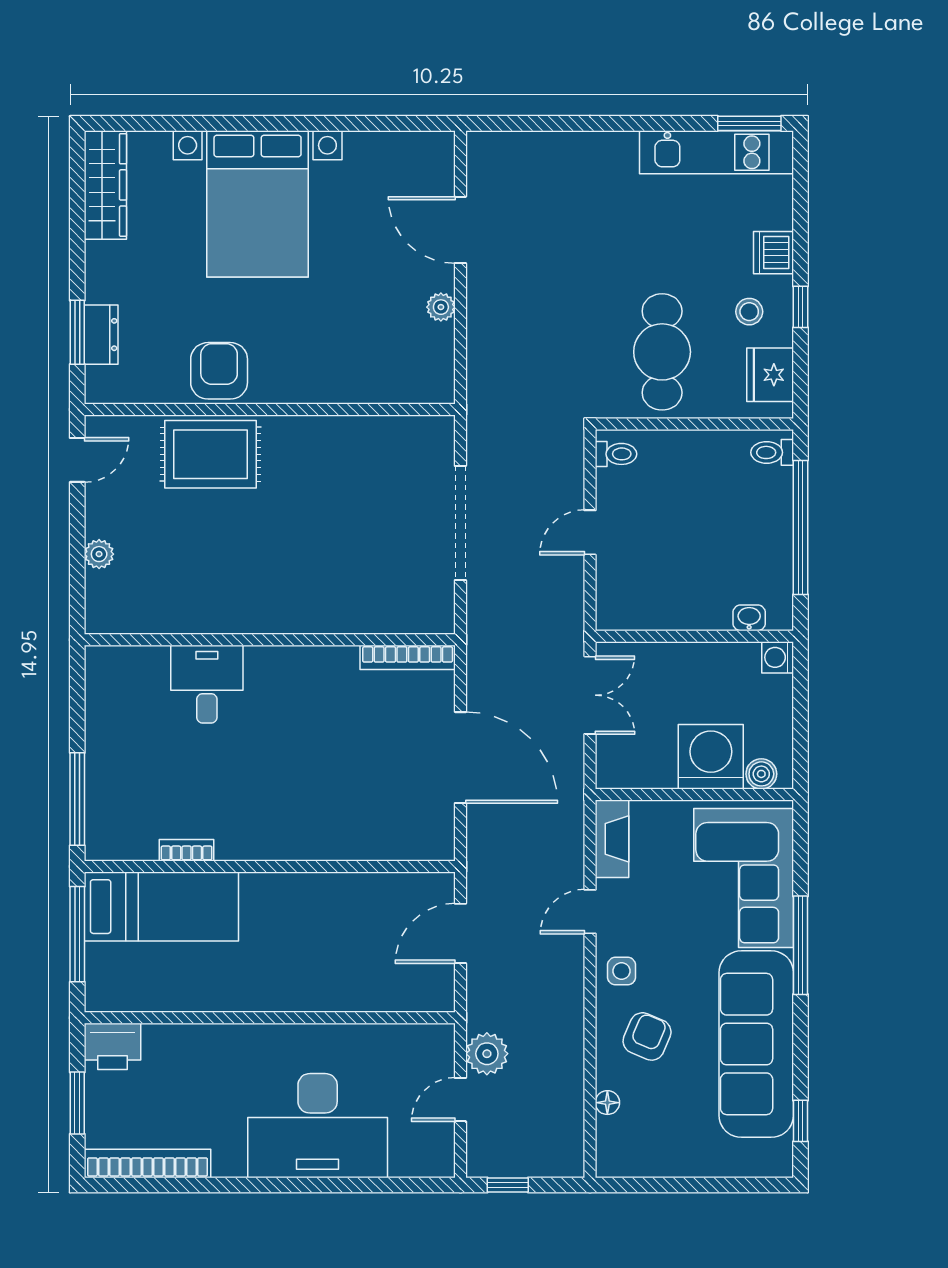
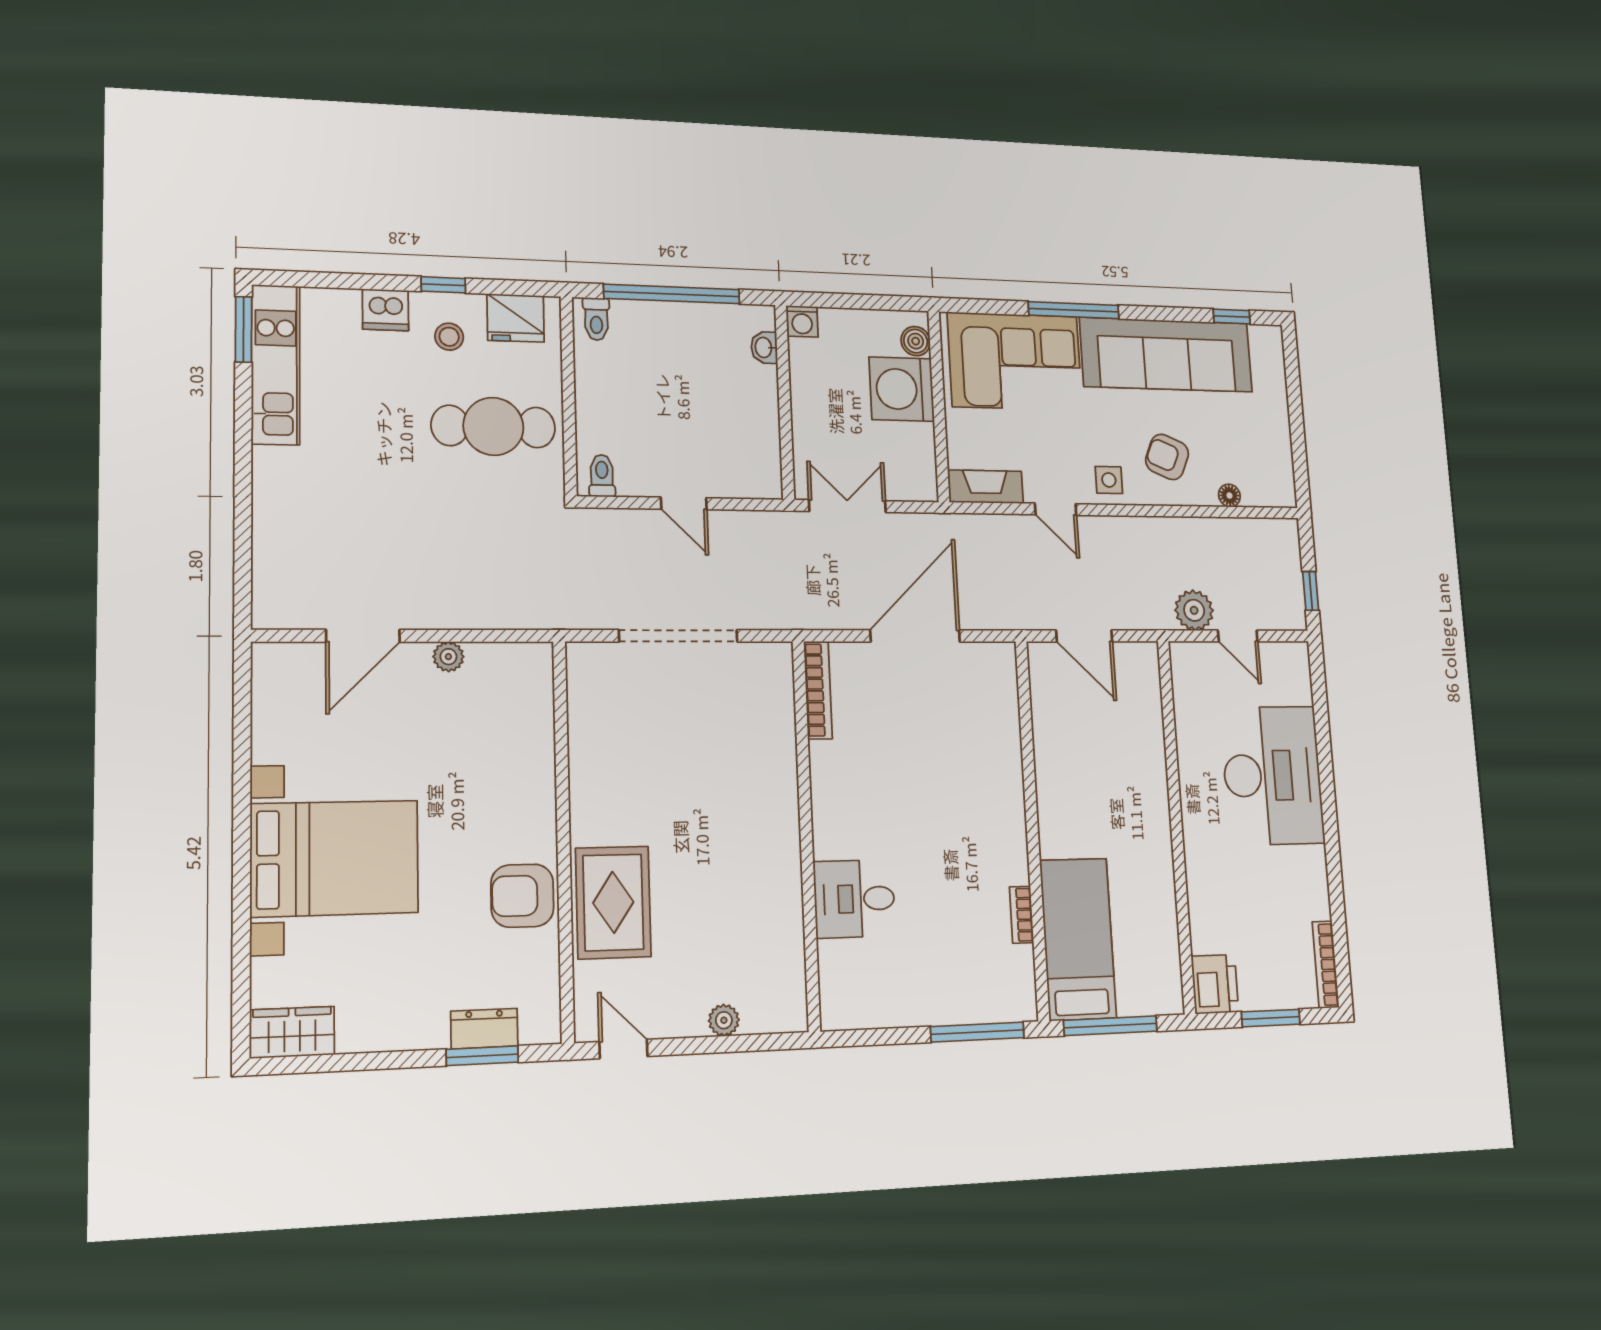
wardrobe: (105, 185) -> (292, 1032), width x0.67
bookcase: (147, 1163) -> (1326, 965), width x0.68, depth x0.76

